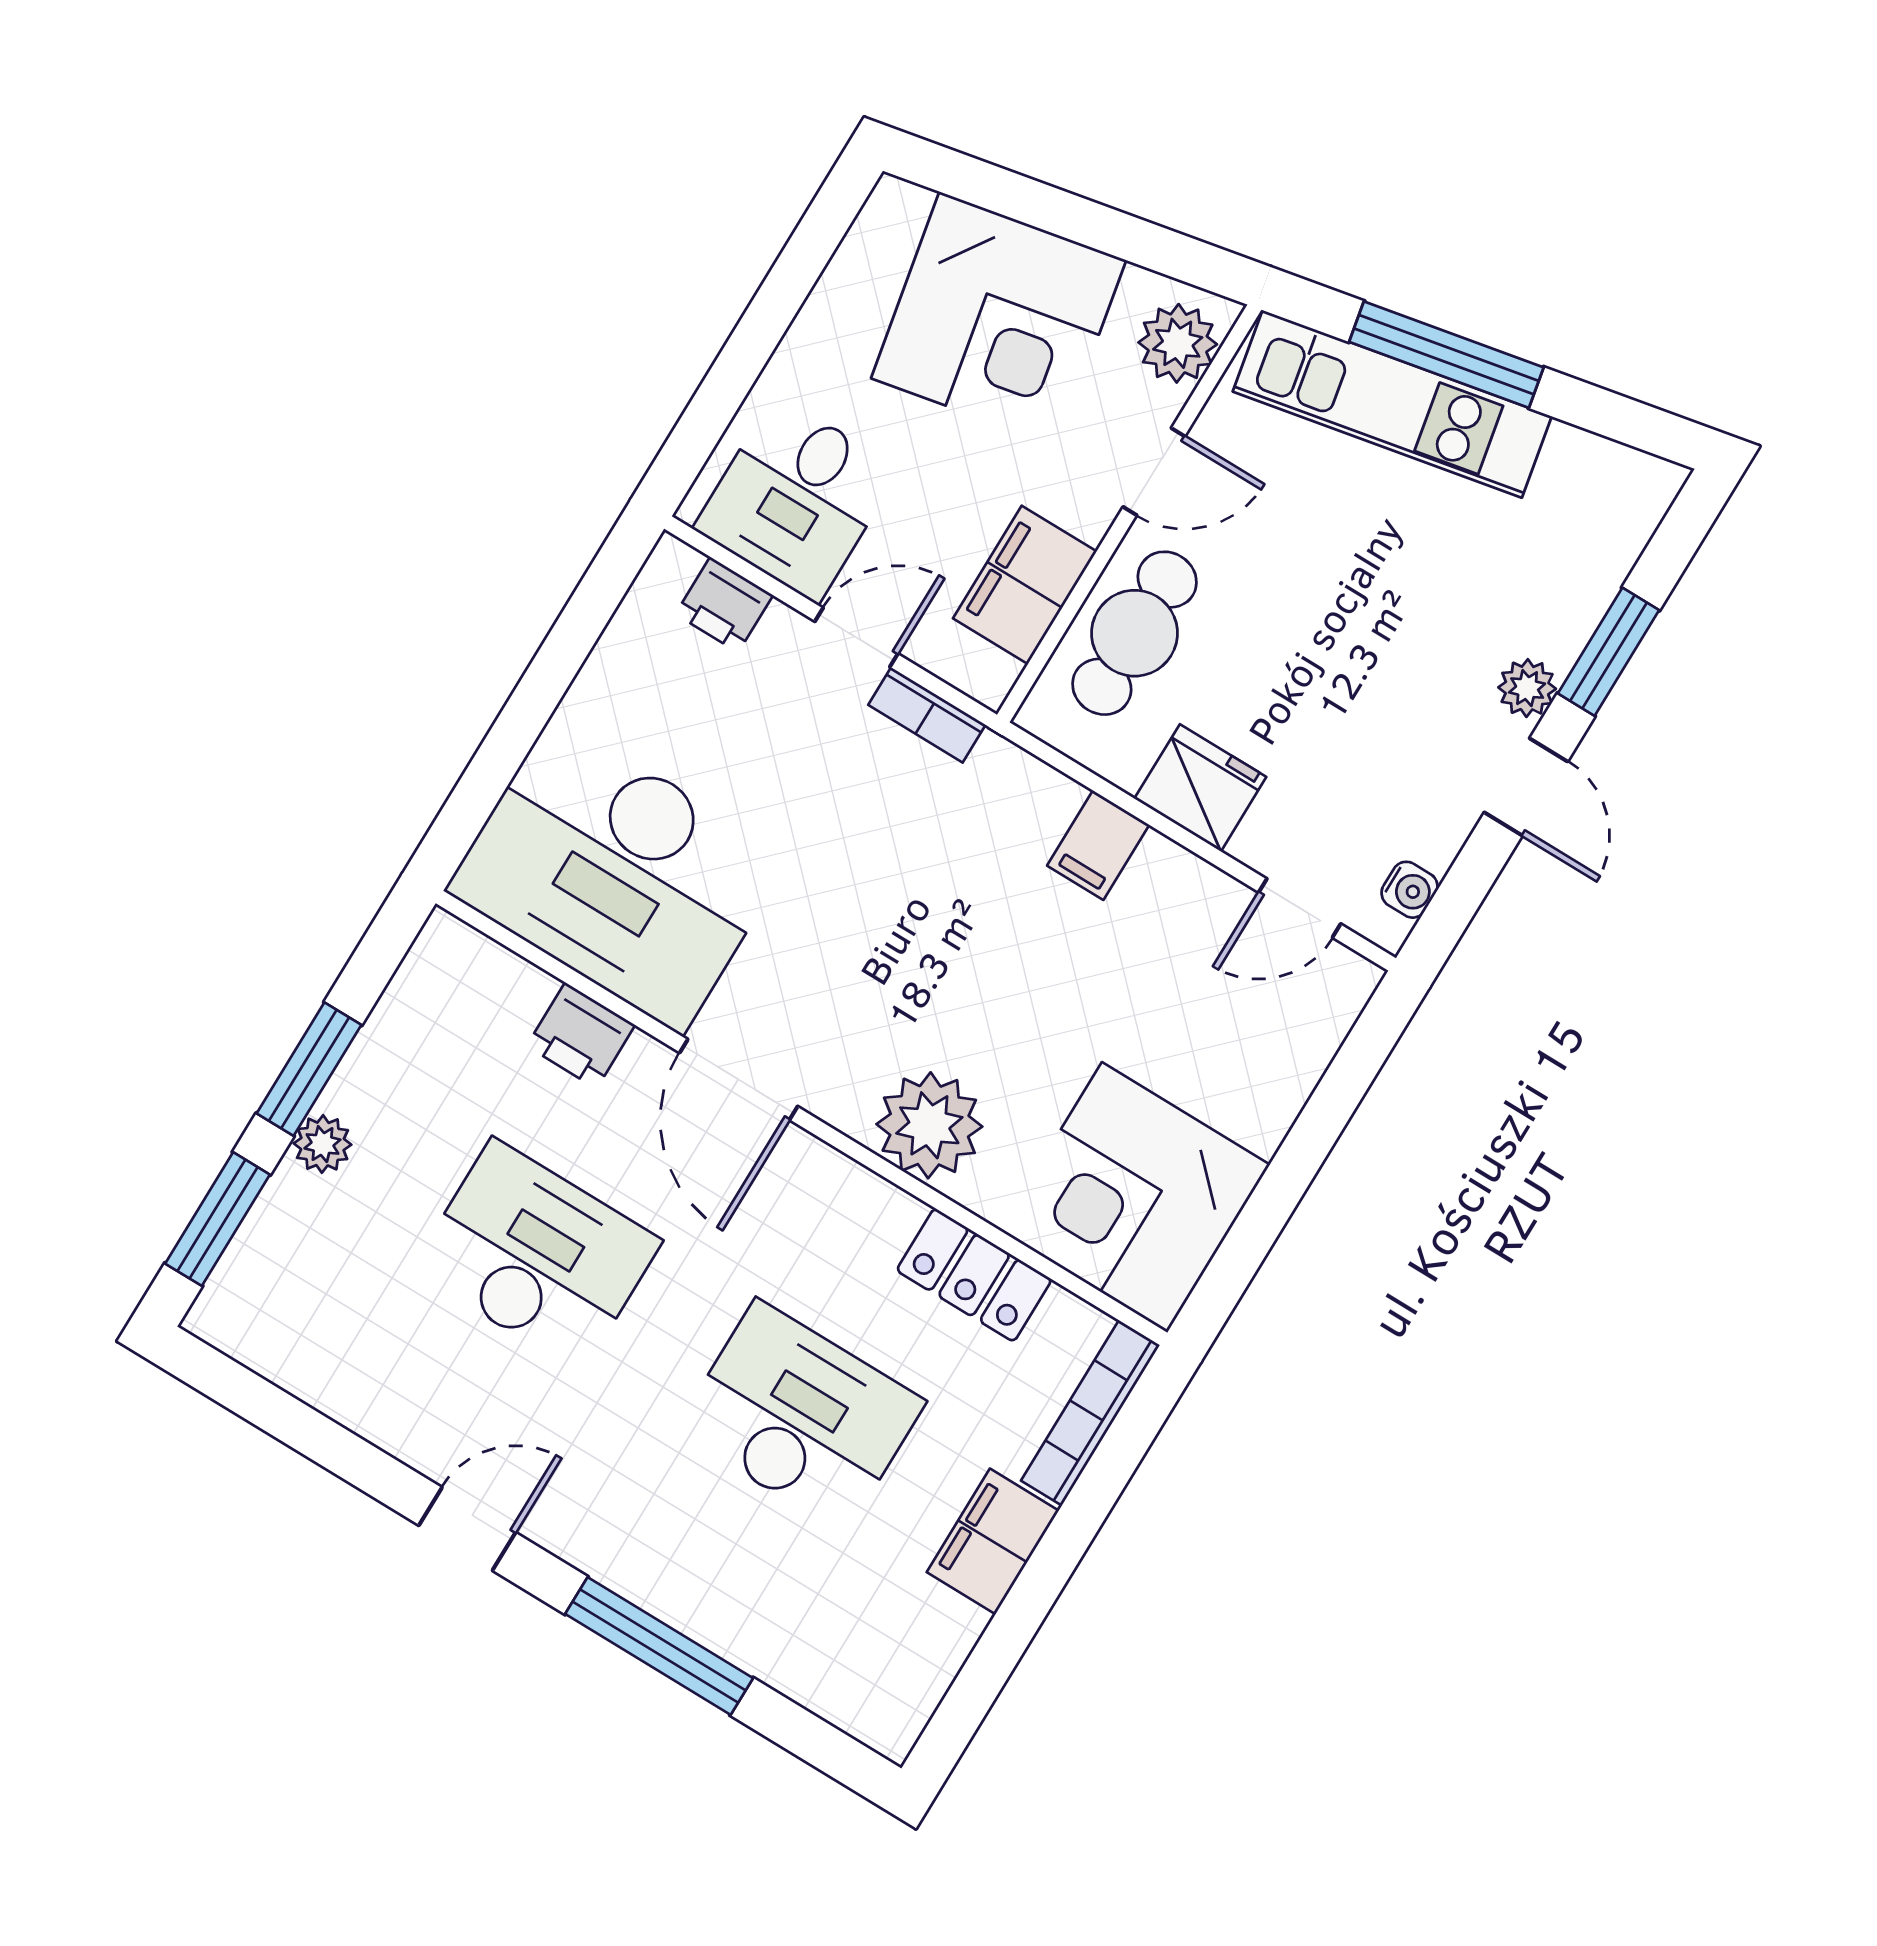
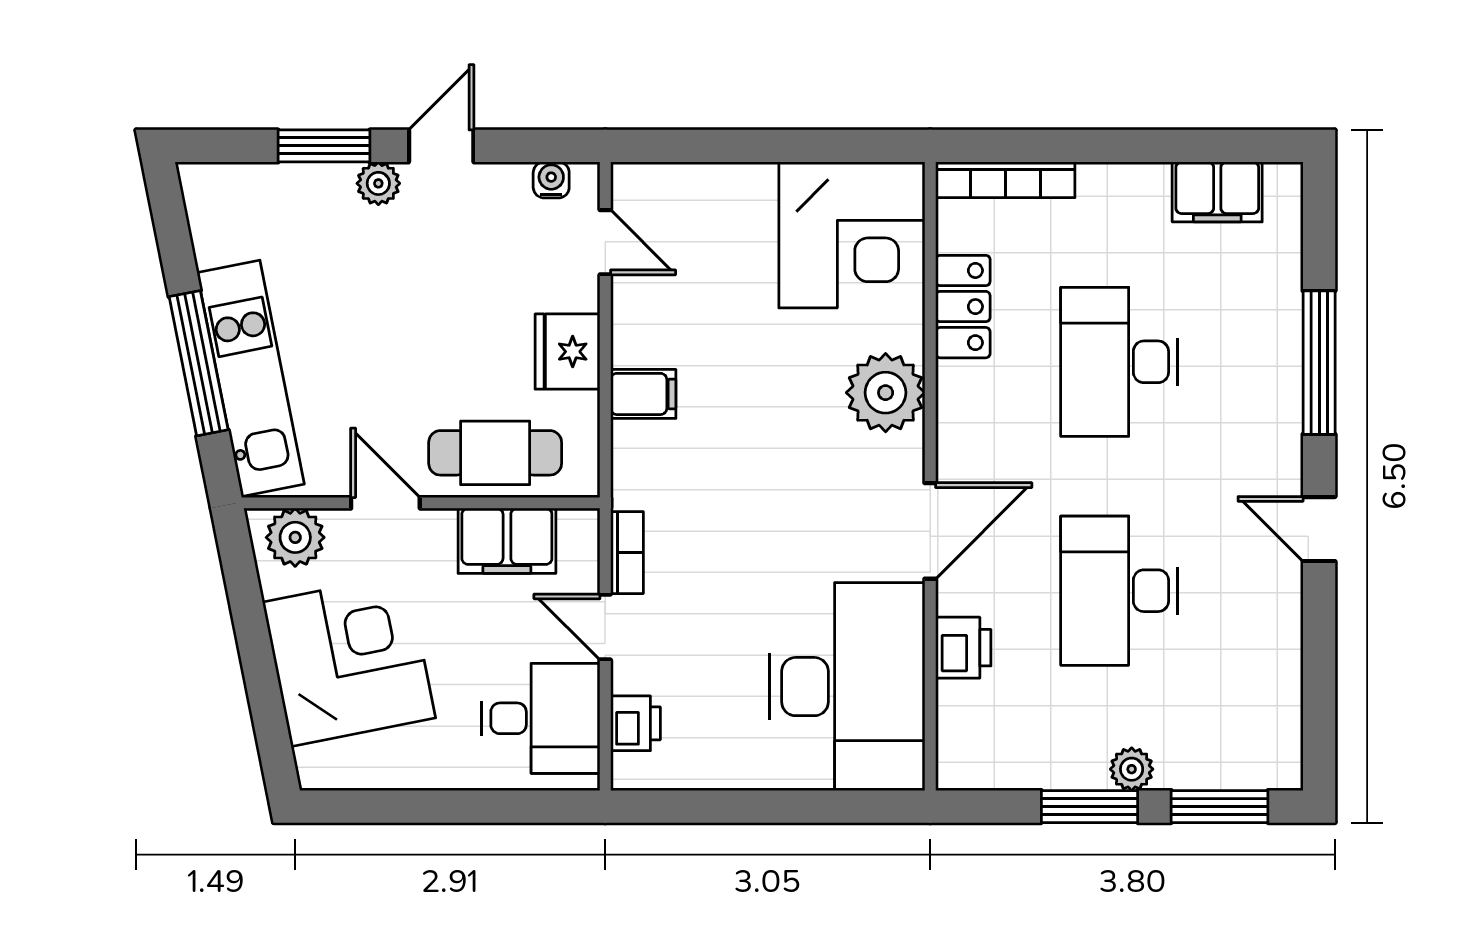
filing cabinet: (993, 1541) -> (1217, 192), moved

